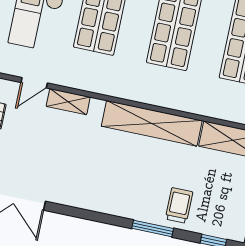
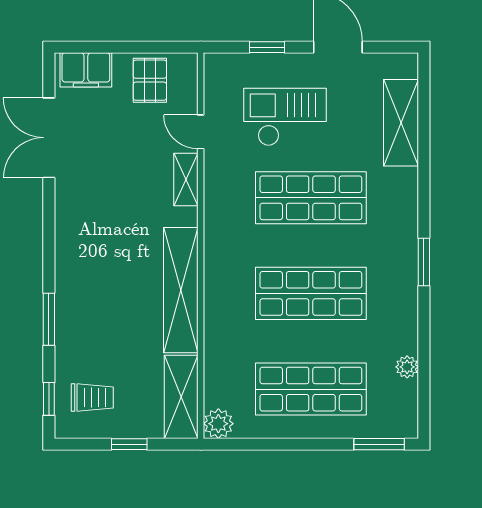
trolley: (179, 206) -> (92, 397), moved

